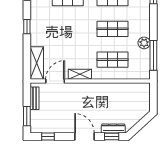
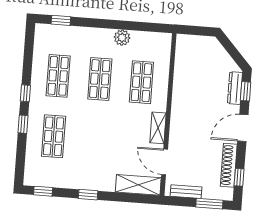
window: (153, 55) -> (140, 26), removed
shoe rack: (56, 128) -> (229, 165), added

